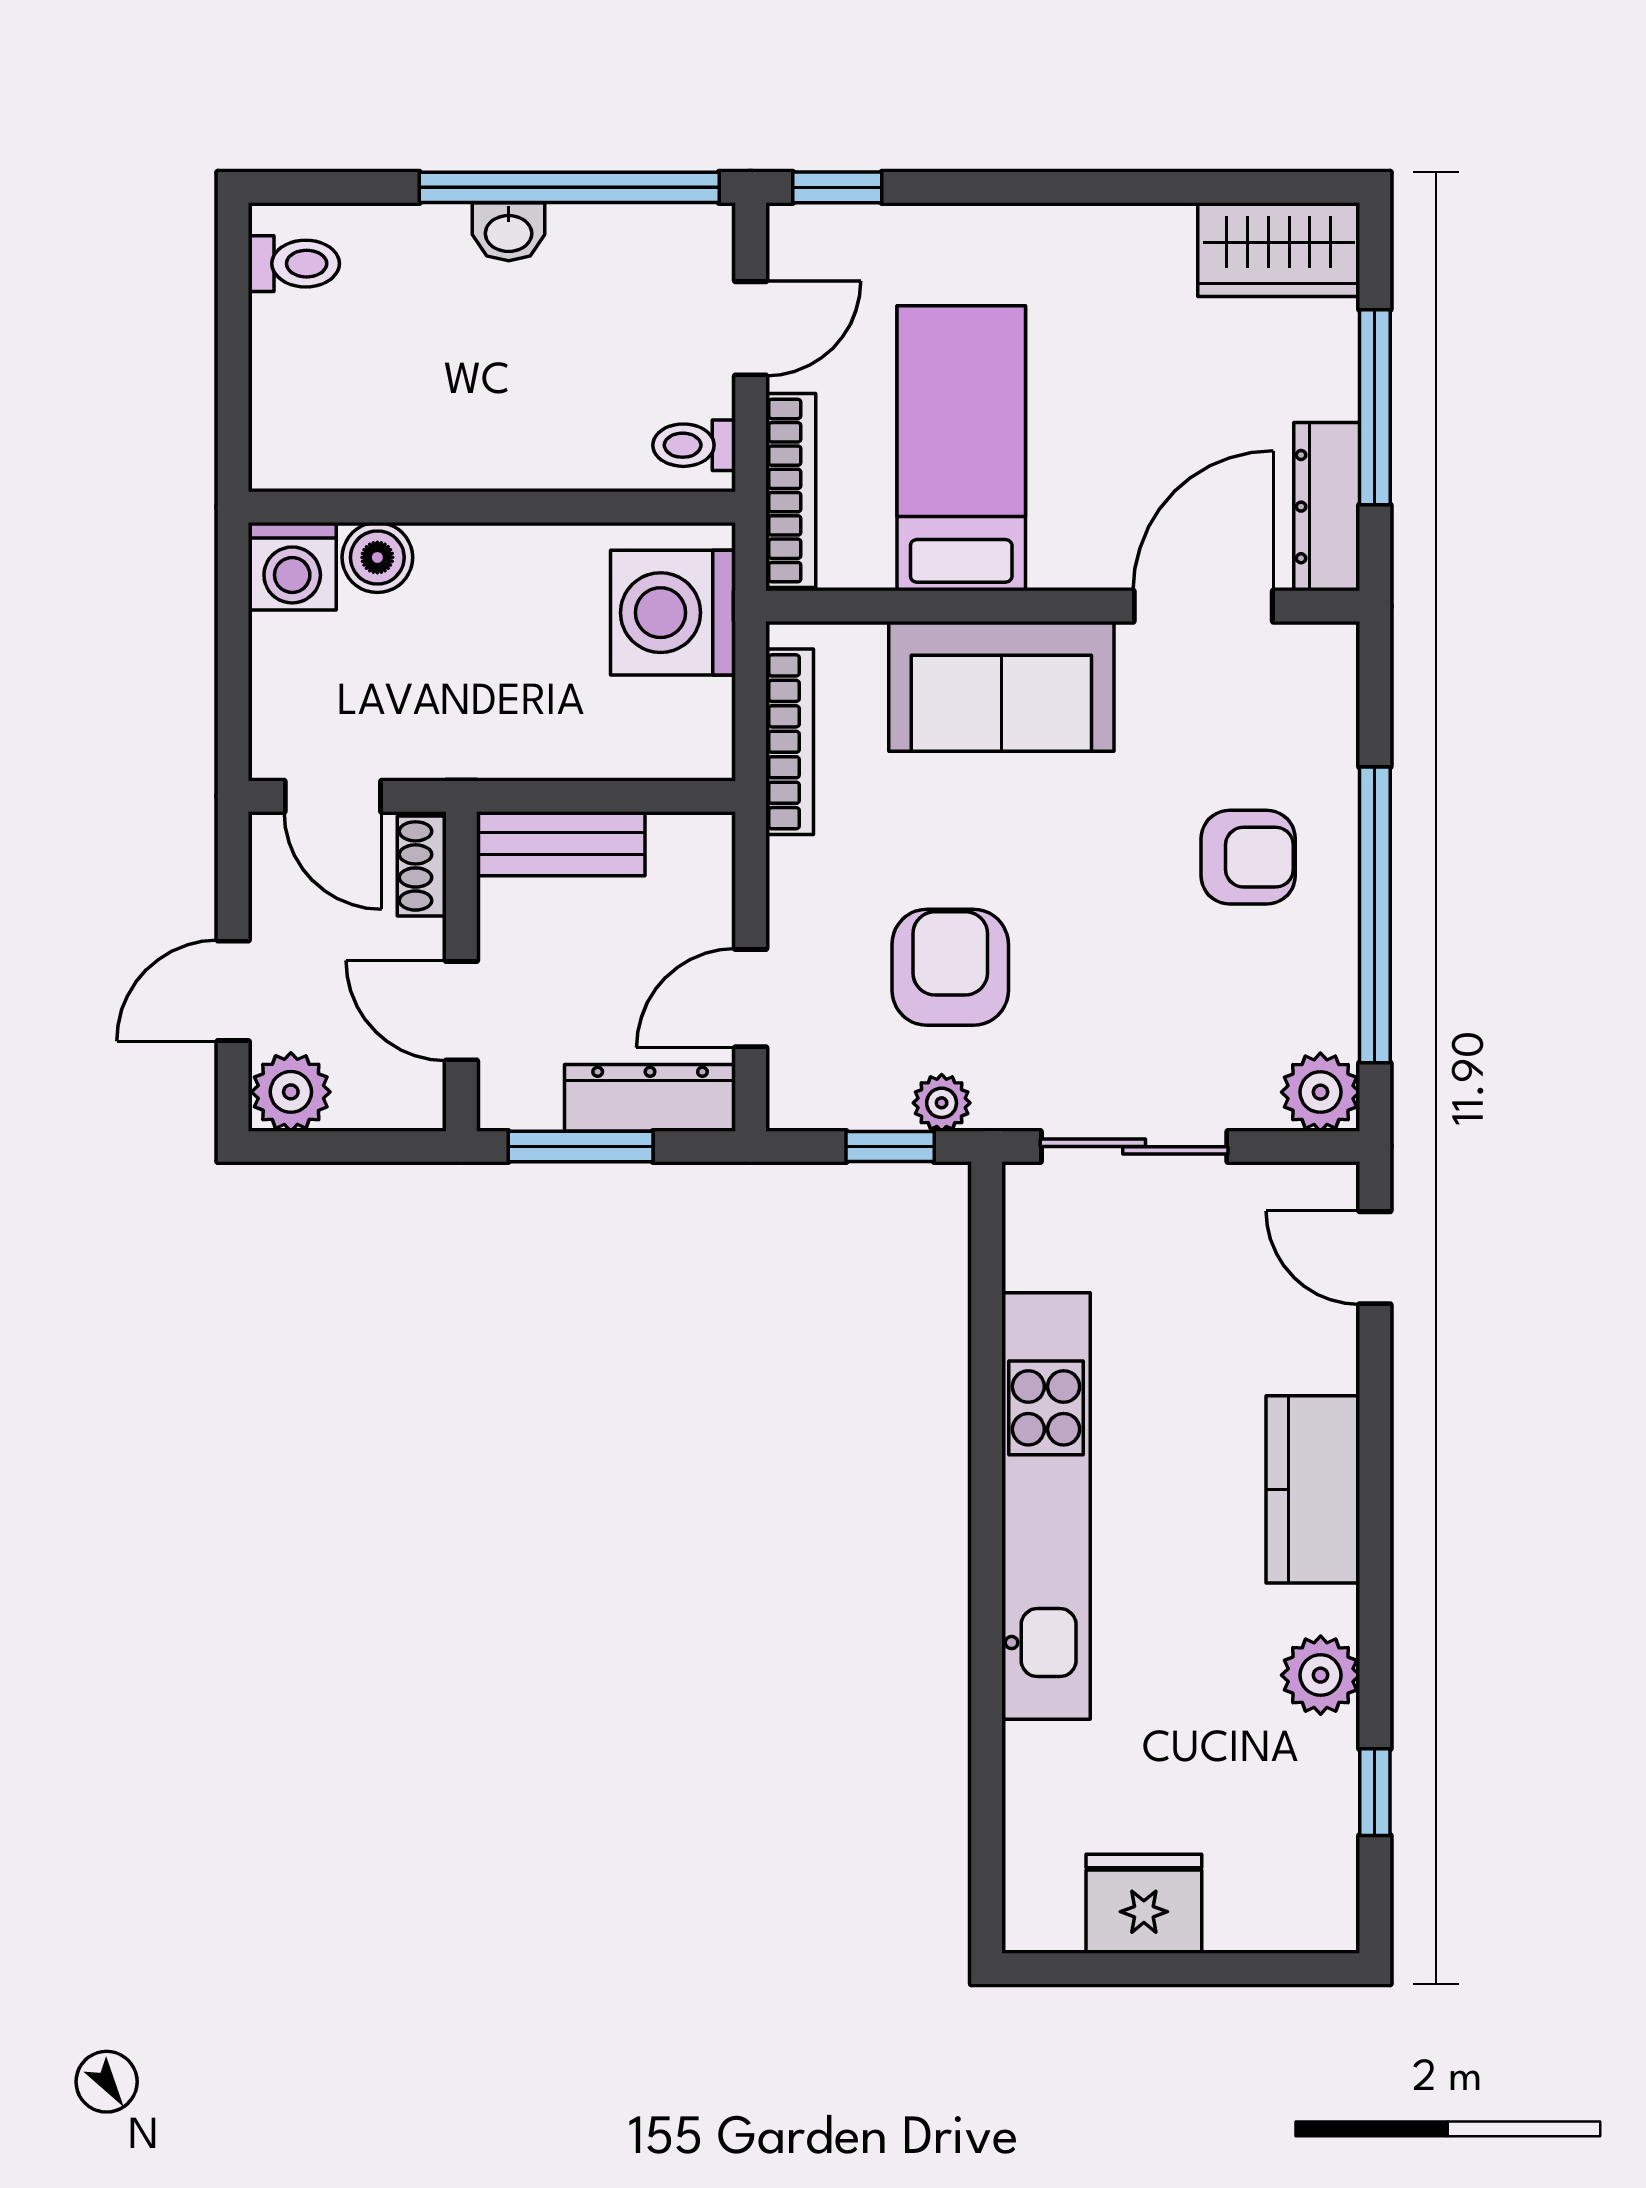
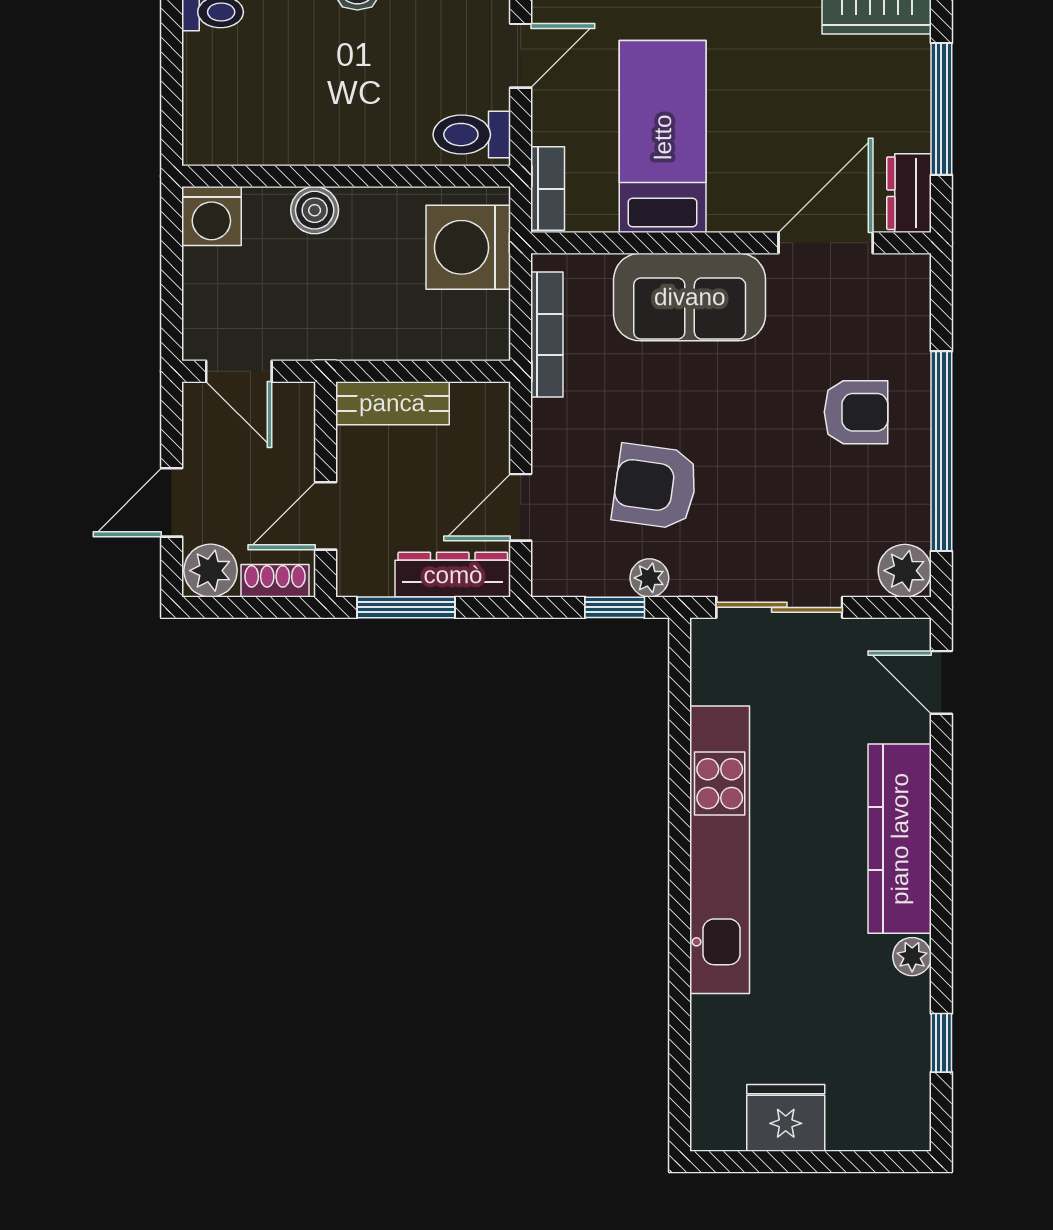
toilet: (694, 445) -> (472, 135), width x1.37, depth x1.39
bookcase: (791, 491) -> (548, 189), width x0.64
dresser: (1327, 507) -> (909, 193), width x0.70
boiler: (377, 557) -> (315, 210), moved
shoe rack: (422, 866) -> (275, 581), moved, turned 90
armchair: (950, 967) -> (655, 487), turned -82
door: (461, 1011) -> (326, 516), hinge flipped
kitchen counter: (1313, 1489) -> (900, 839), width x1.50
plant: (1321, 1675) -> (912, 957), width x0.73, depth x0.73

